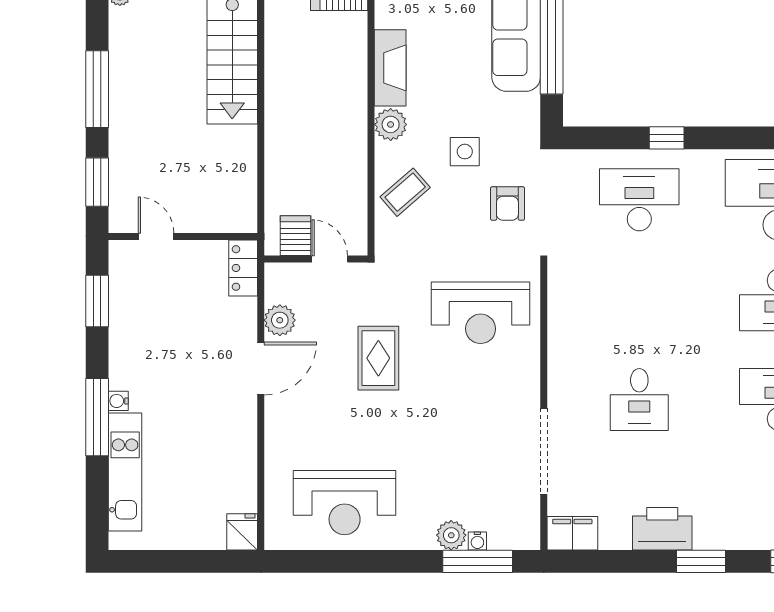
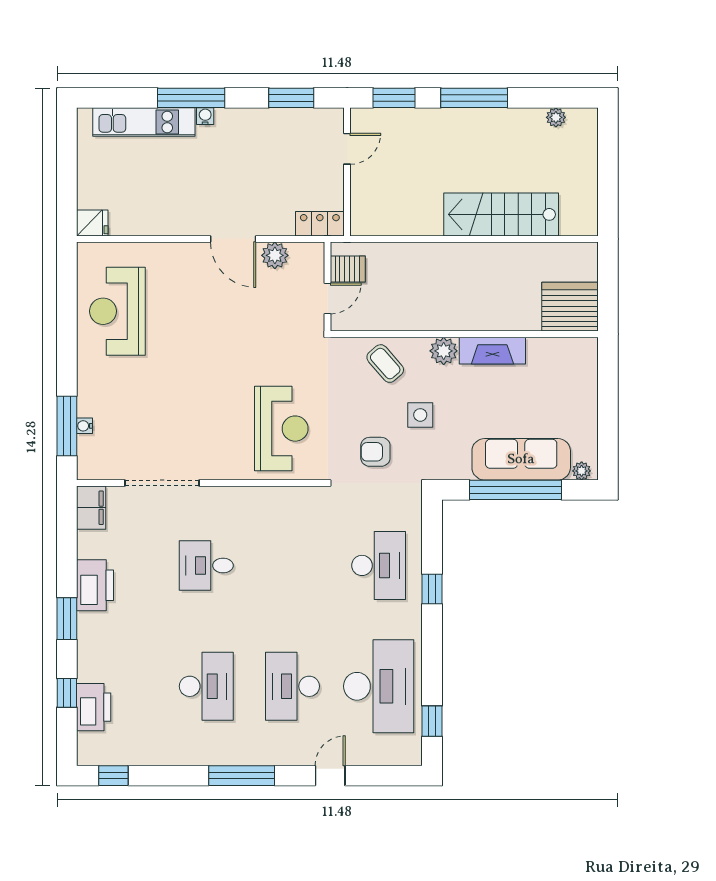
reception desk: (481, 313) -> (281, 429), turned 180
rug: (378, 358) -> (242, 340), removed
plant: (451, 535) -> (89, 403), removed

